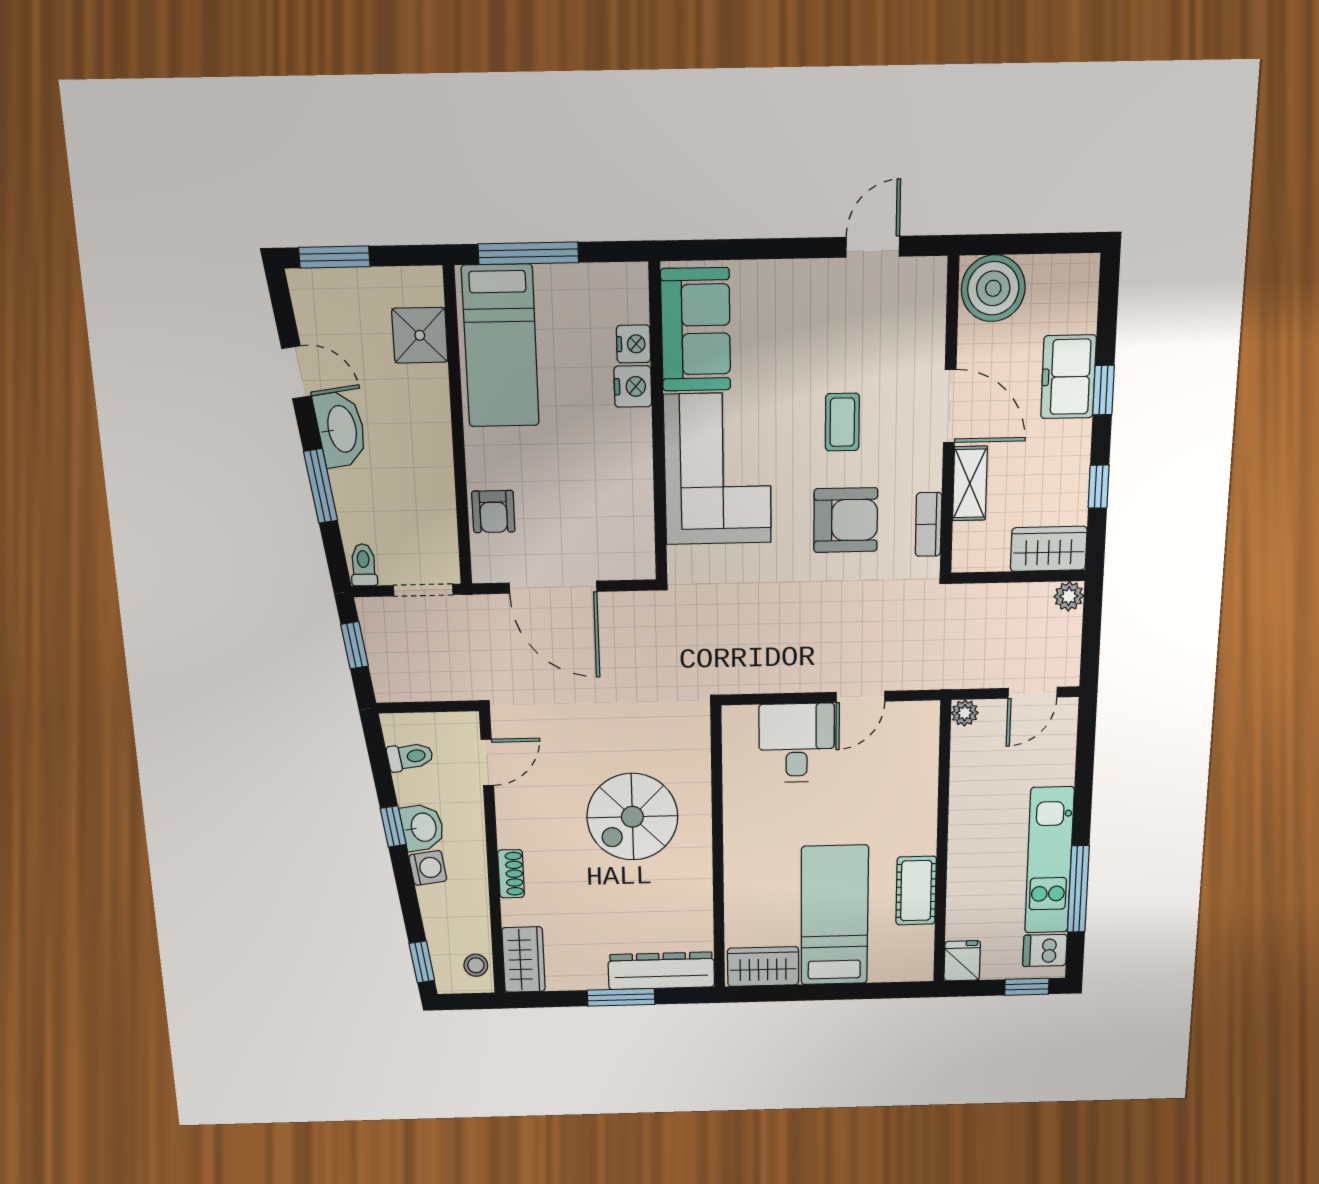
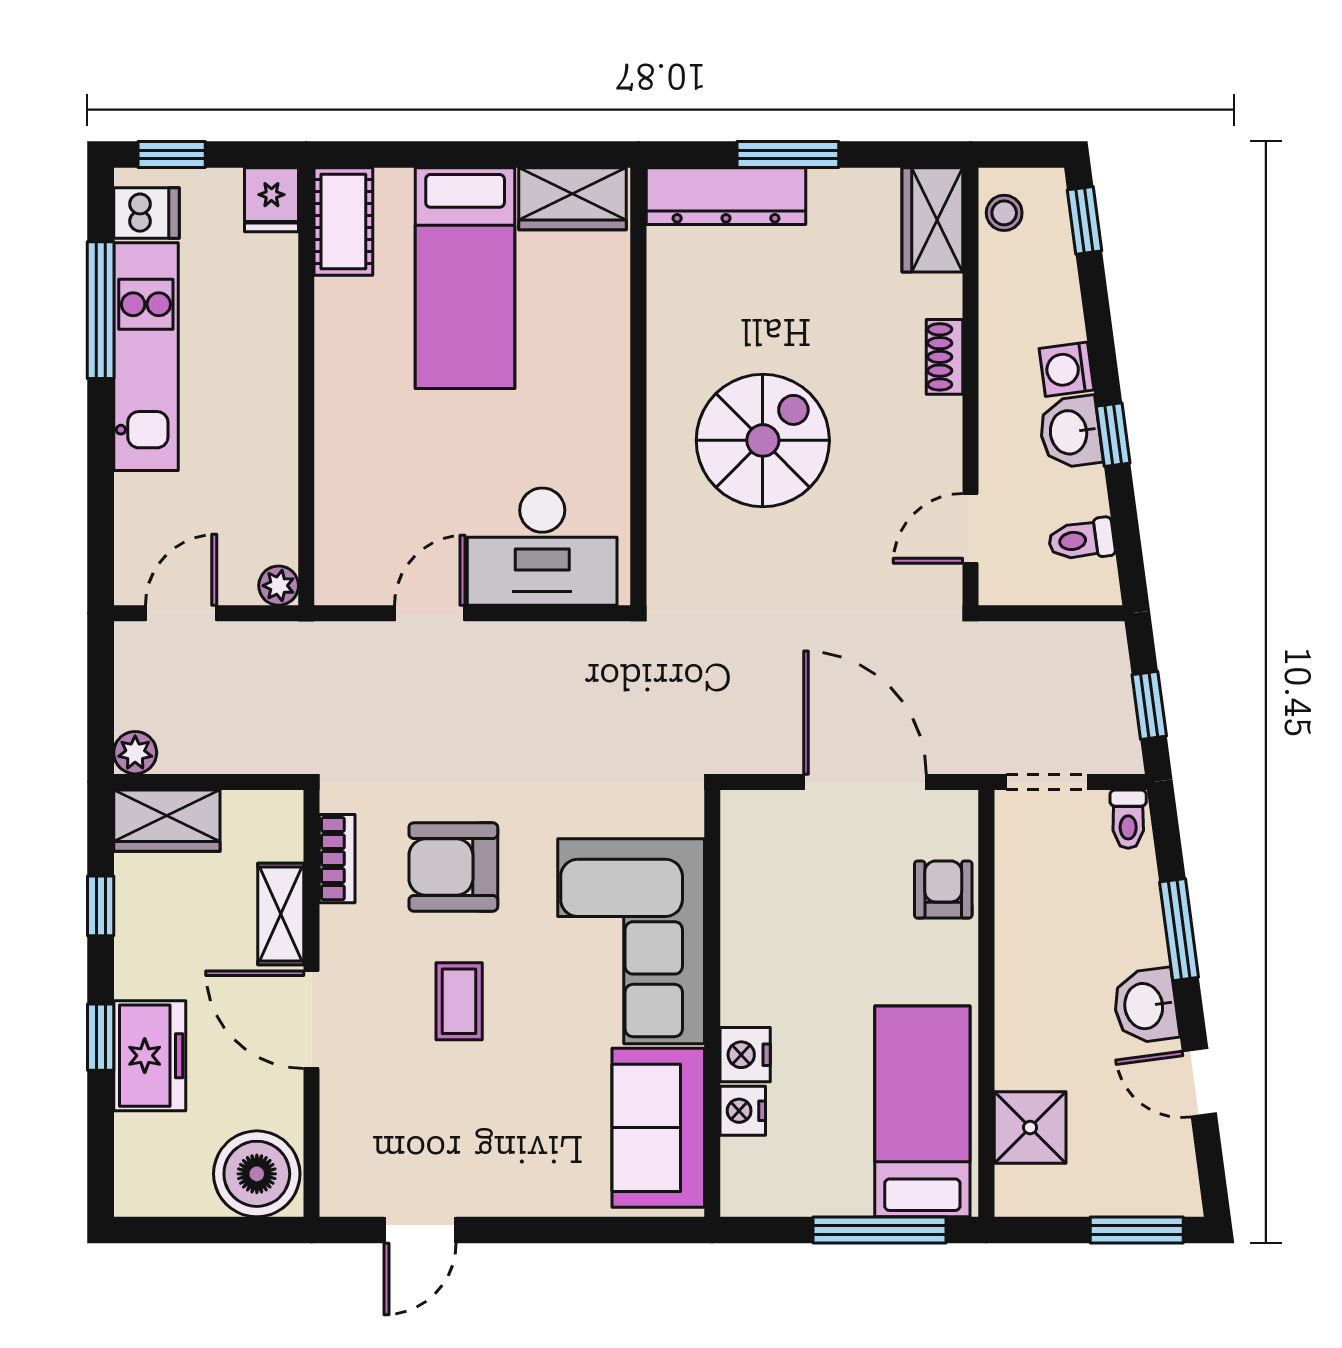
washbasin: (341, 429) -> (1146, 1006), width x0.72
desk: (797, 743) -> (542, 547), width x1.37
cot: (916, 891) -> (343, 222), moved

